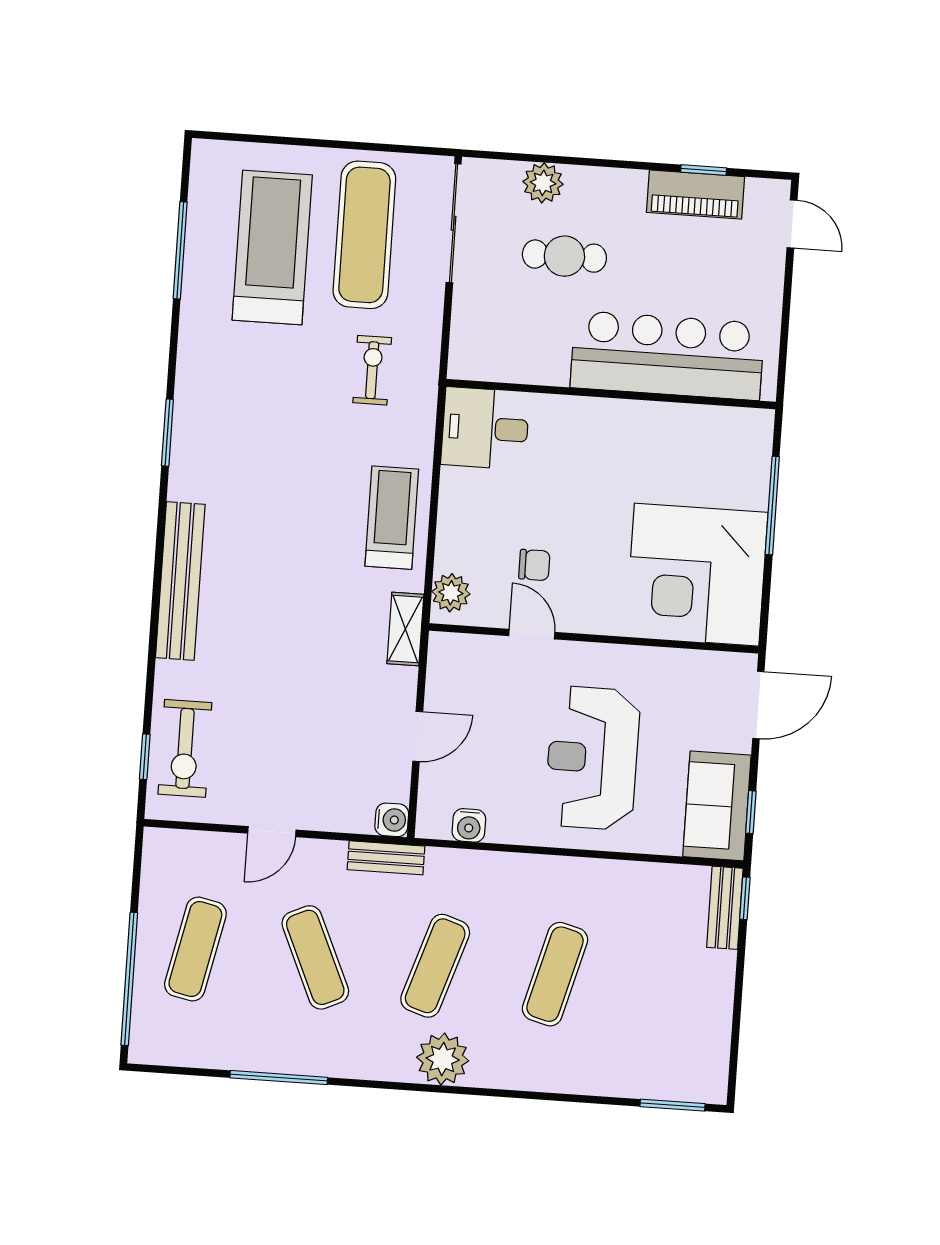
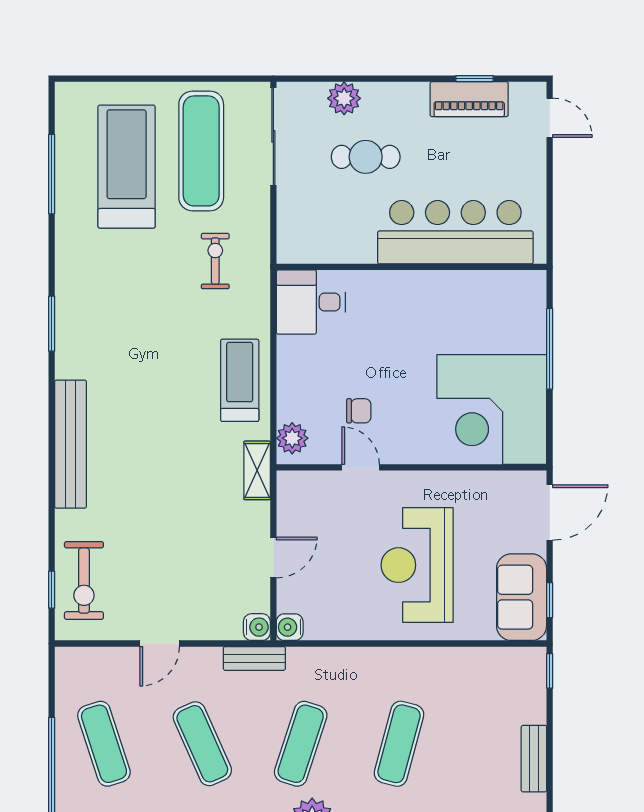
water cooler: (469, 825) -> (290, 627), moved, turned 90
bench: (725, 908) -> (534, 759), moved
exercise mat: (195, 949) -> (104, 744), turned -30

